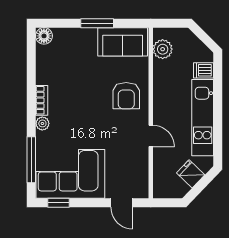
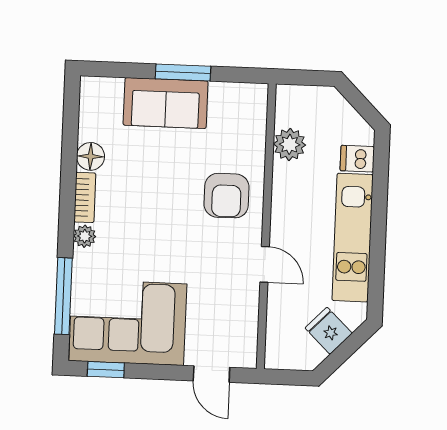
floor lamp: (44, 36) -> (91, 156), moved
sofa: (123, 42) -> (166, 103), moved
plant: (163, 49) -> (290, 144), moved

